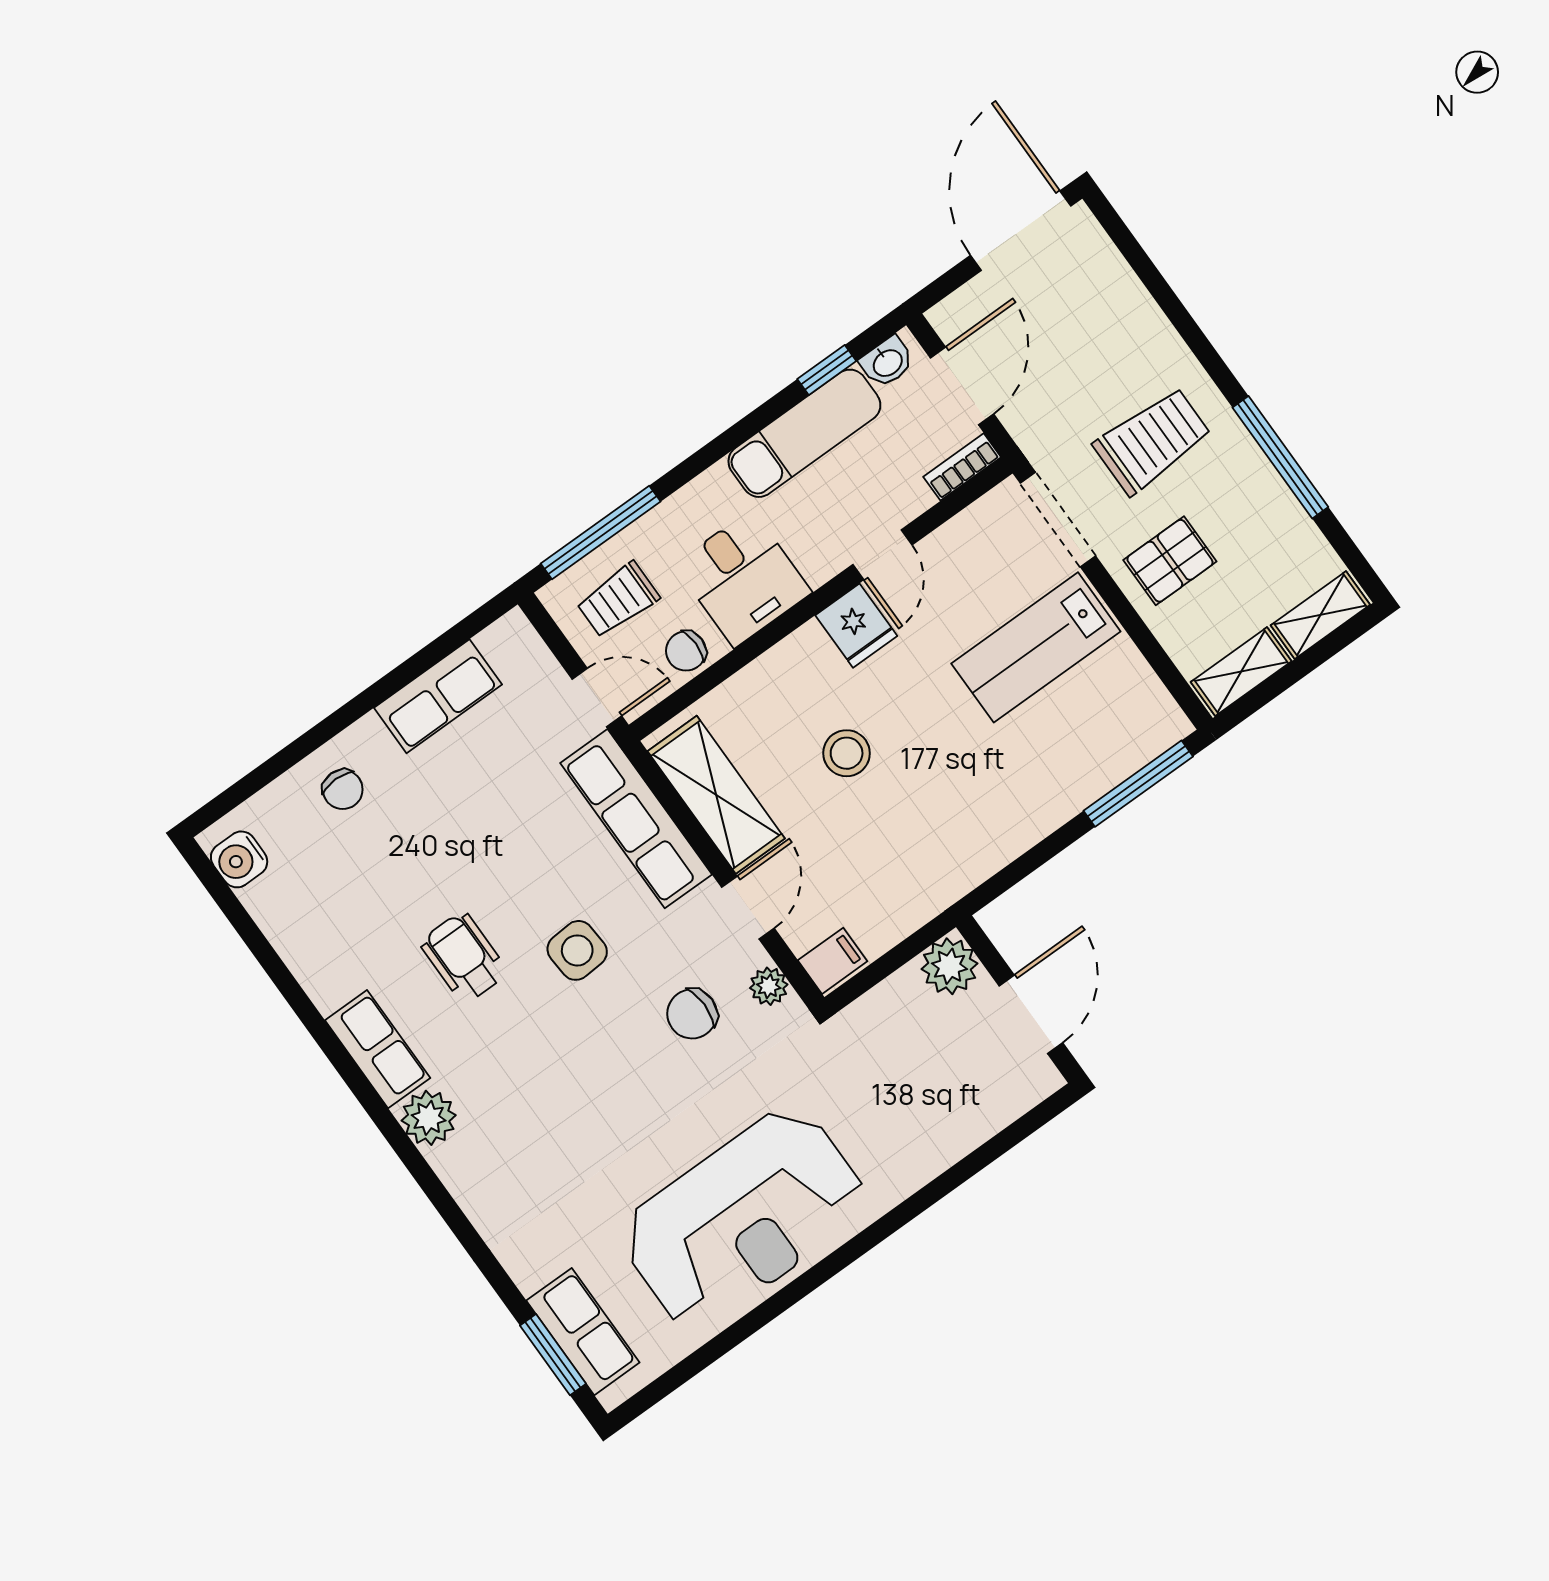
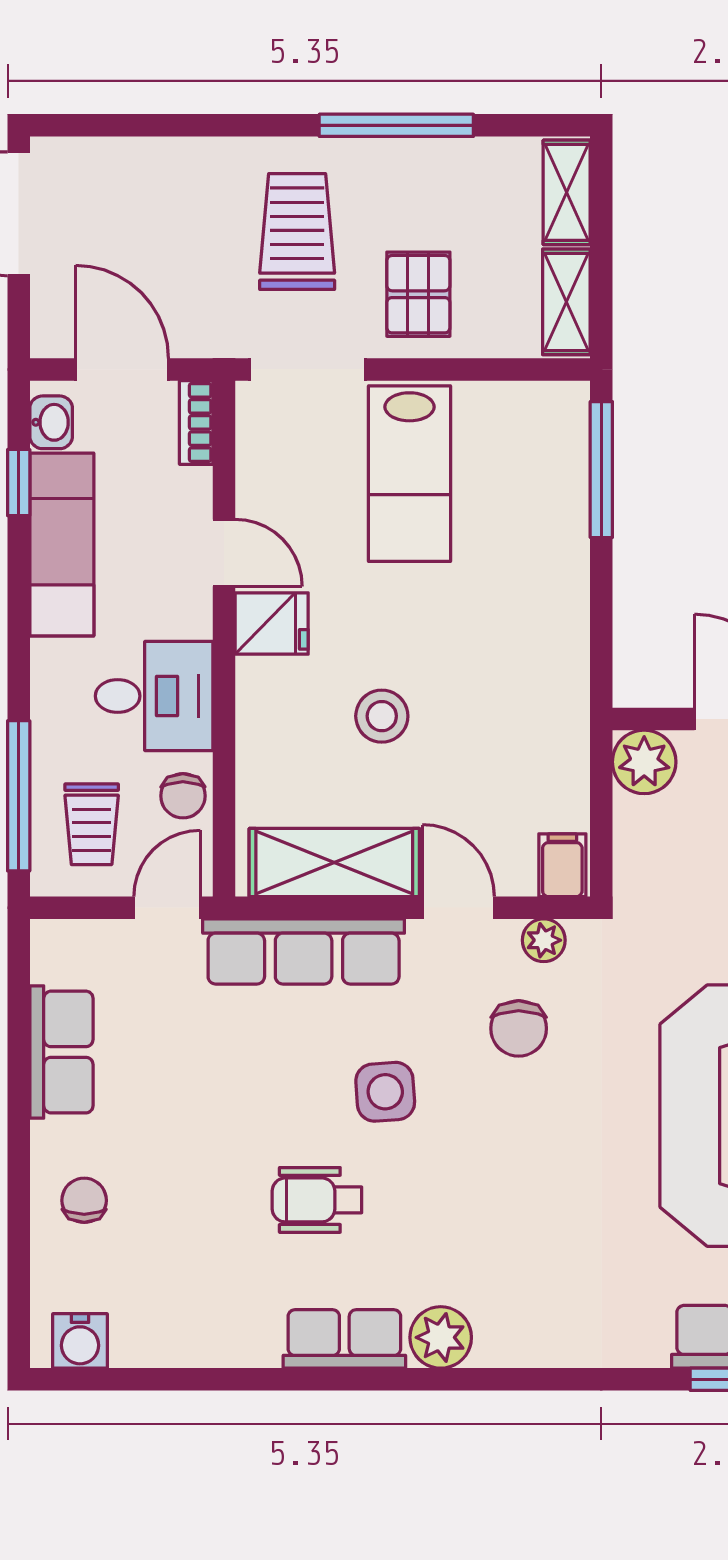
chair: (343, 789) -> (84, 1200), turned -90

